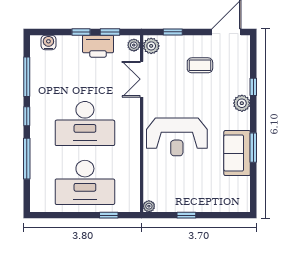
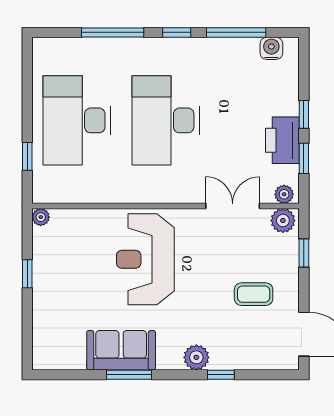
water cooler: (48, 42) -> (271, 48), moved, turned -90
coffee table: (200, 65) -> (254, 294), turned 90

